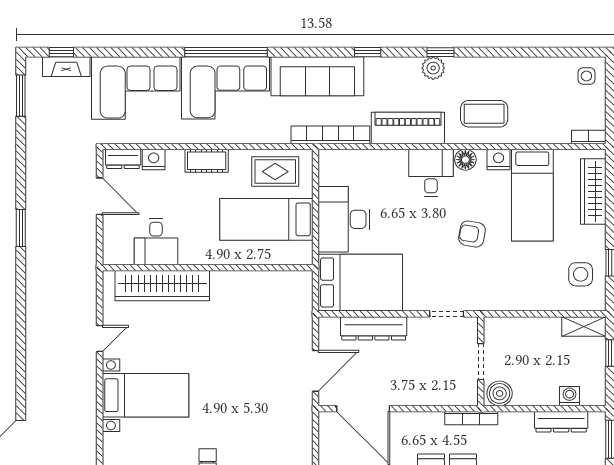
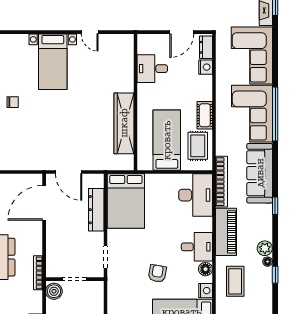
window: (441, 52) -> (275, 275), moved
floor lamp: (454, 64) -> (268, 262), added
cot: (207, 161) -> (205, 115), moved
desk: (344, 219) -> (196, 195), moved, turned 90
wardrobe: (162, 286) -> (124, 123), moved

